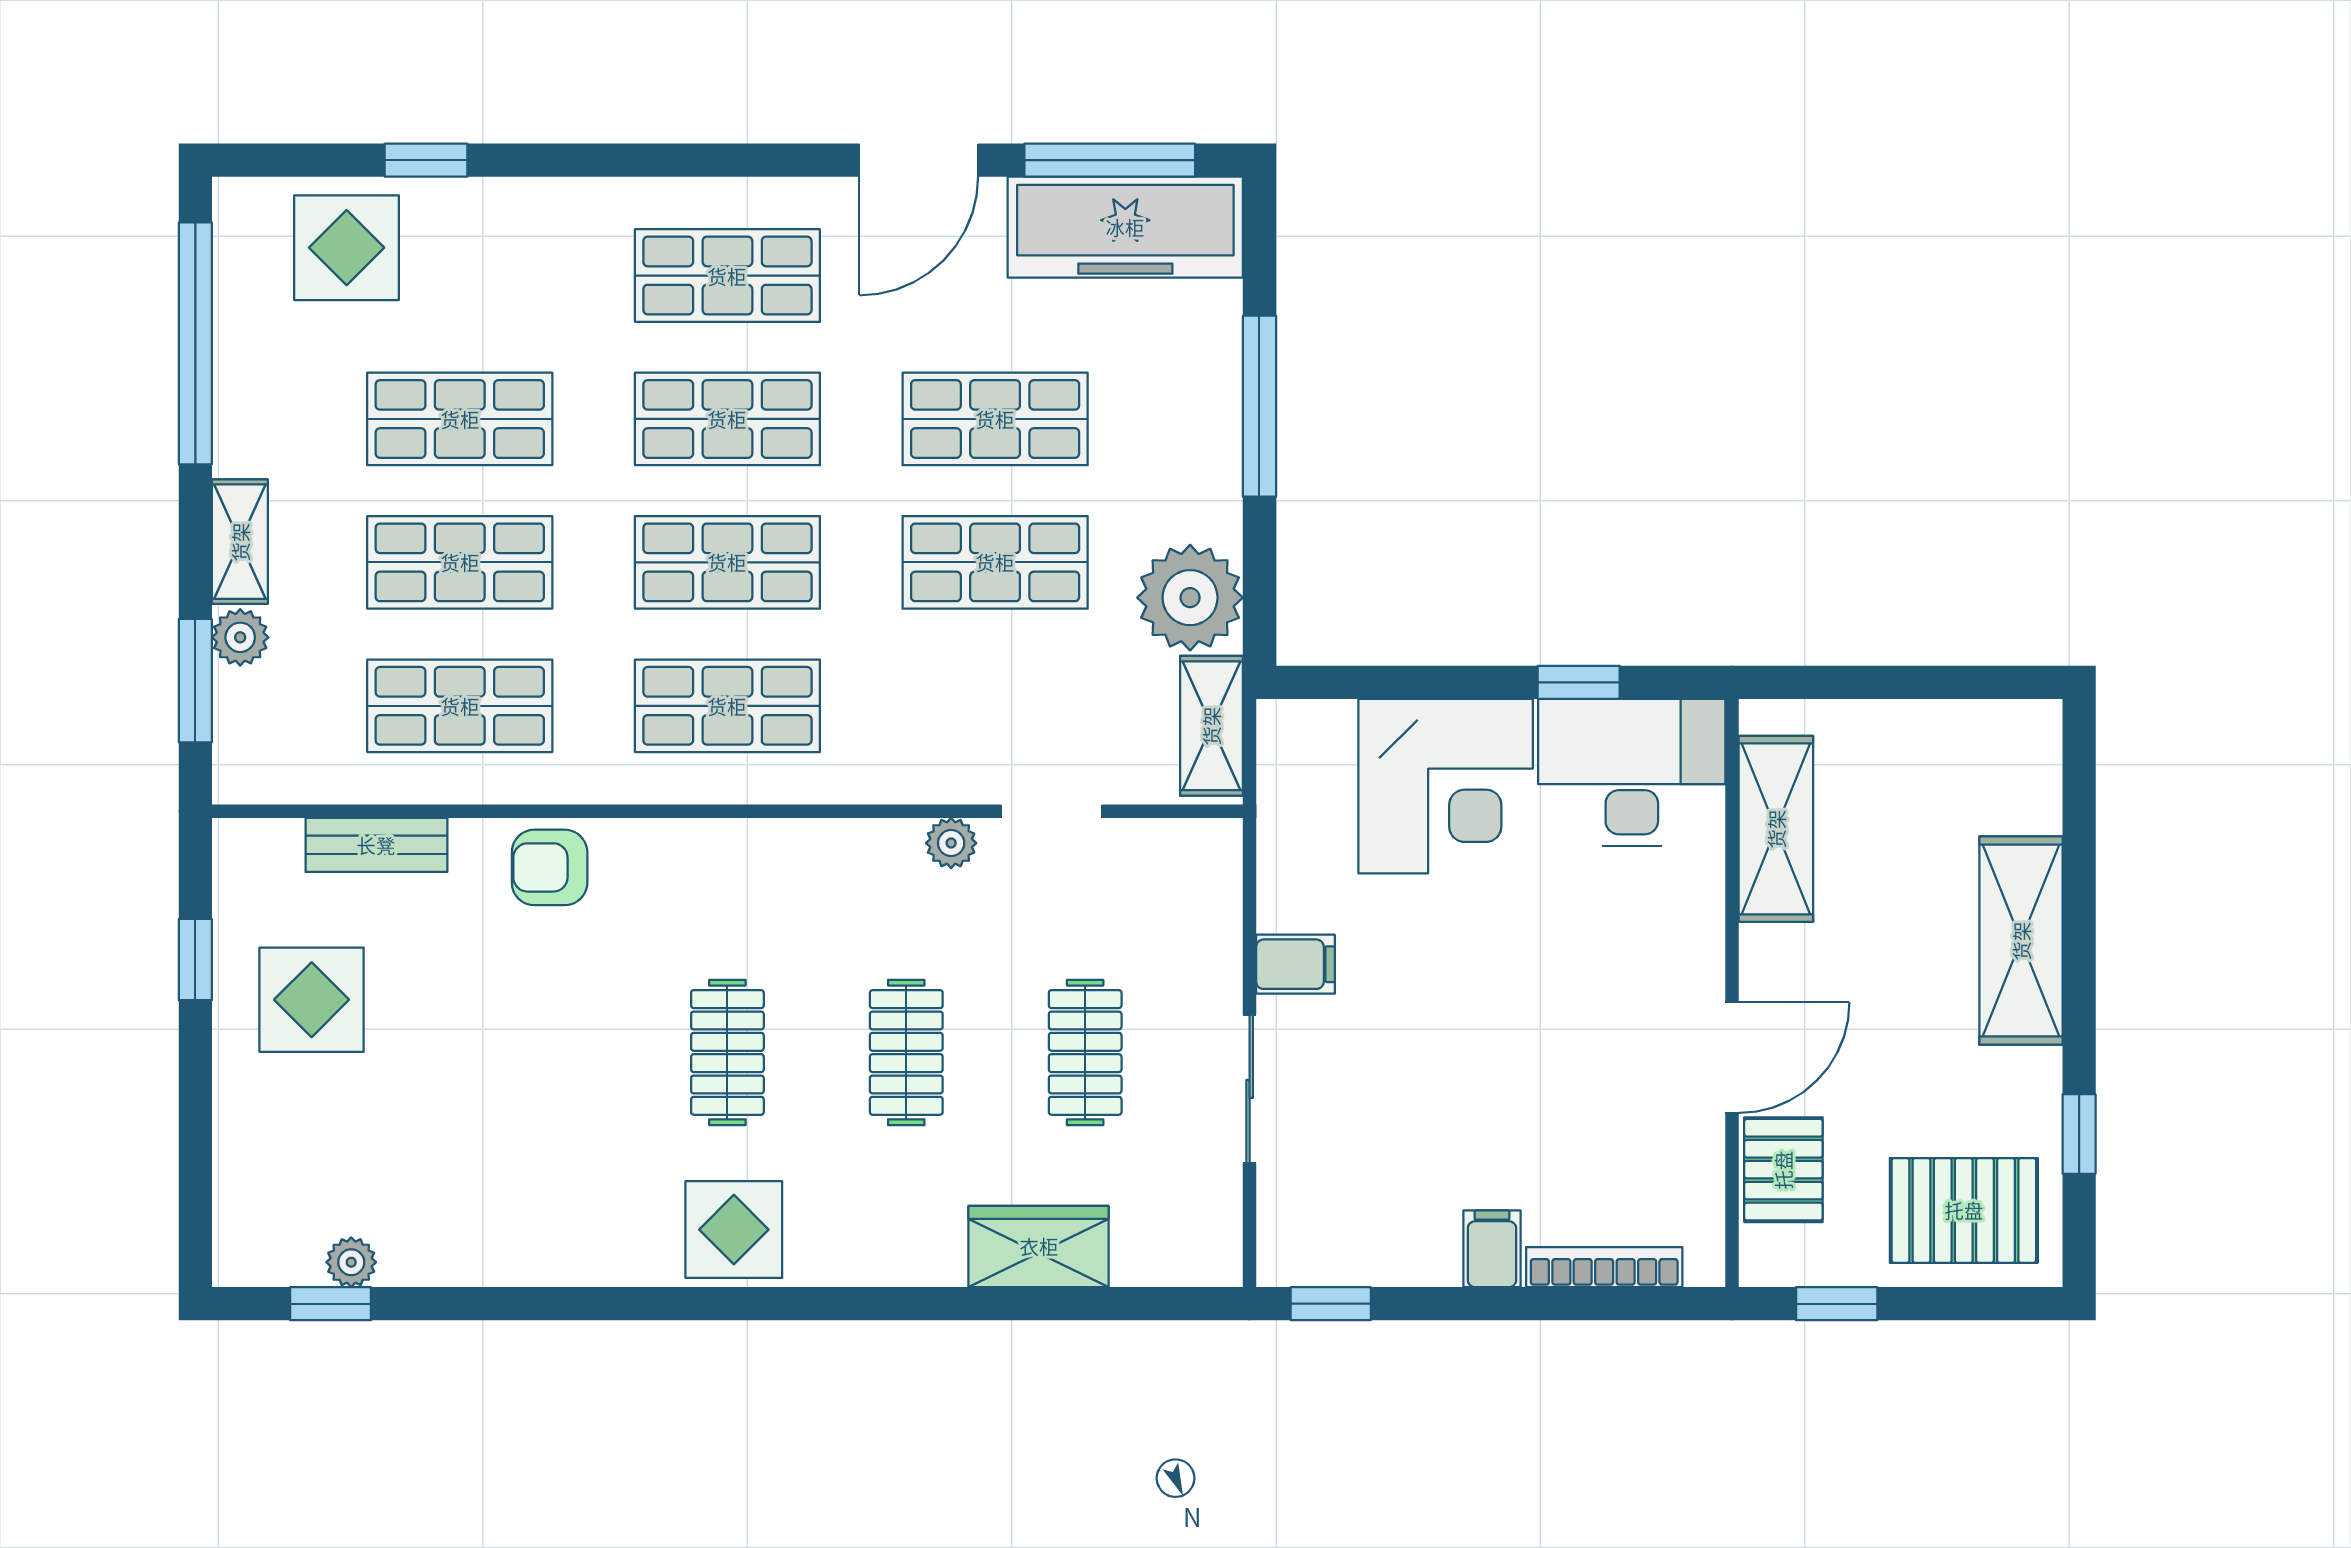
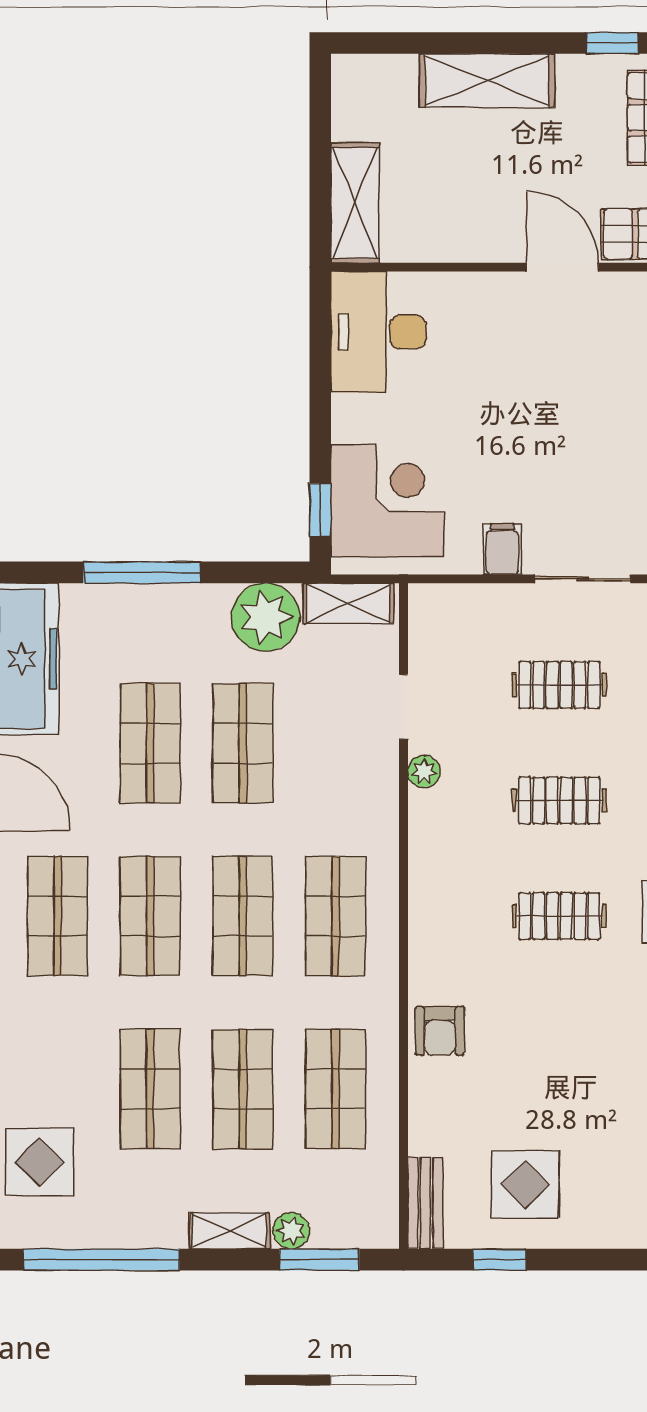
window: (1579, 682) -> (320, 510), moved
corner desk: (1446, 786) -> (387, 501), moved
shelving: (1776, 829) -> (355, 203), moved, turned 90
bench: (376, 845) -> (425, 1203), moved

